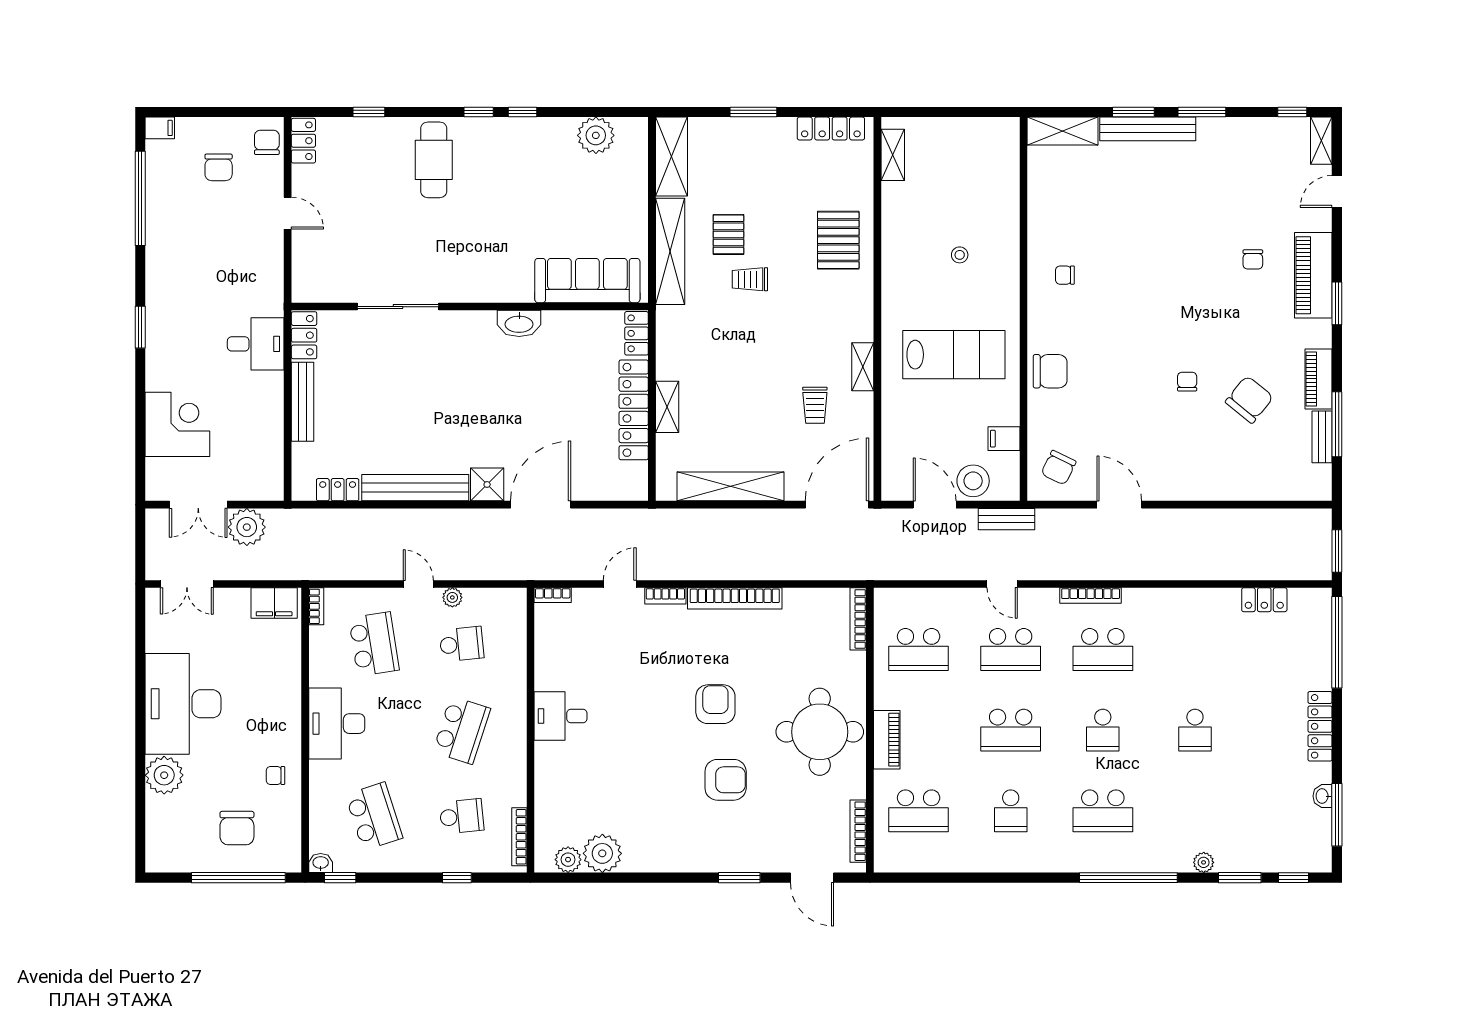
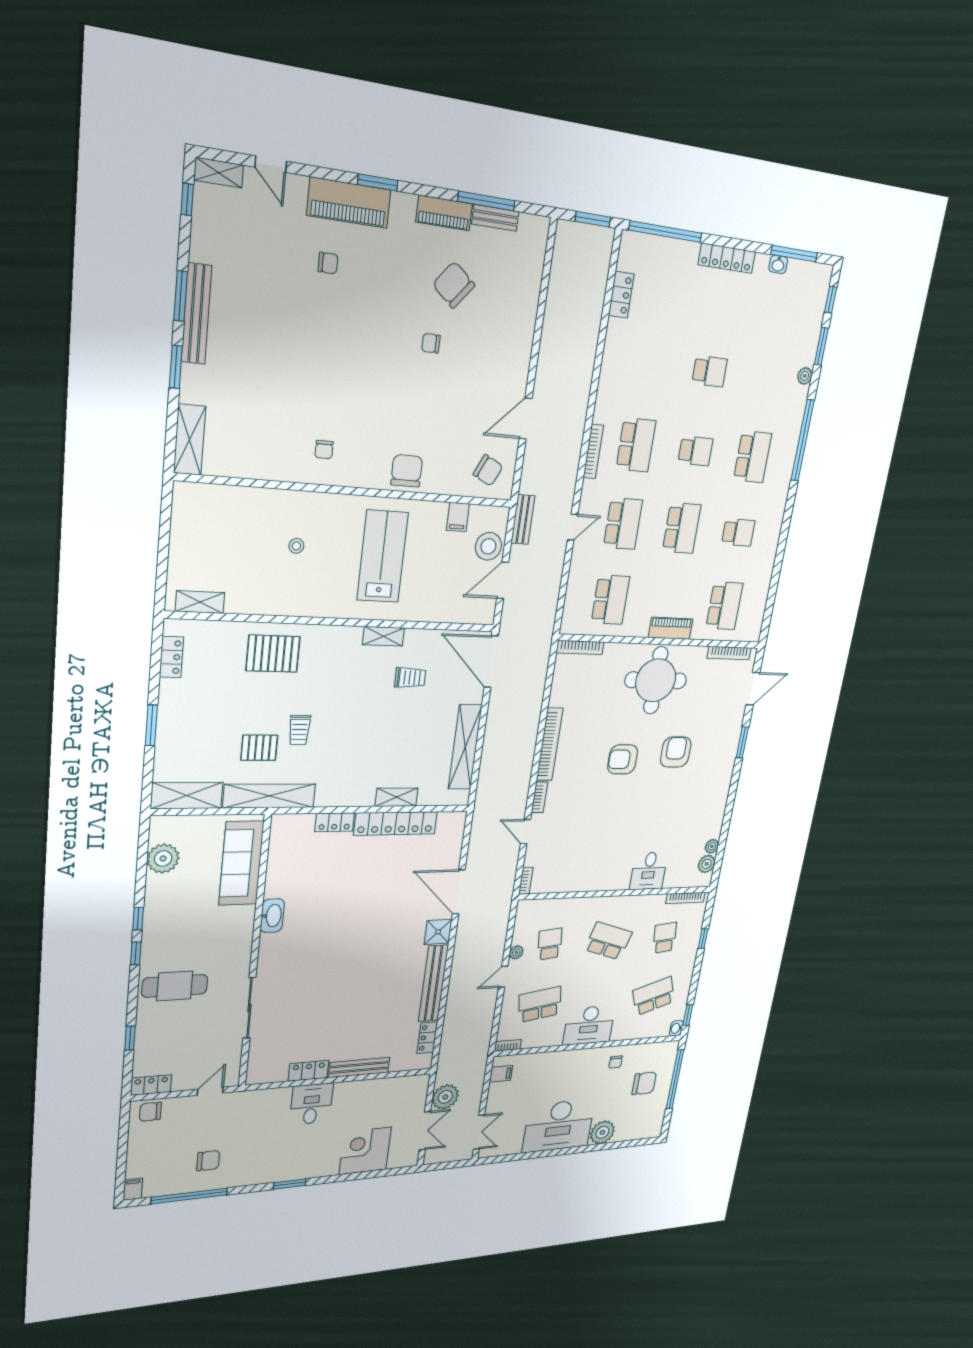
locker: (831, 129) -> (171, 657), width x0.66
bench: (1148, 129) -> (196, 314), moved
chair: (219, 167) -> (208, 1161), moved
sofa: (587, 281) -> (241, 863), moved
sliding door: (398, 307) -> (249, 1008), moved
wall: (470, 307) -> (255, 954), moved
washbasin: (519, 323) -> (272, 916), moved
filing cabinet: (274, 603) -> (501, 1074), width x0.50
desk: (561, 716) -> (649, 871), moved
plant: (602, 853) -> (712, 846), width x0.53, depth x0.53

